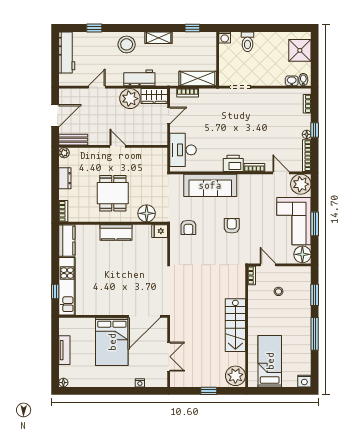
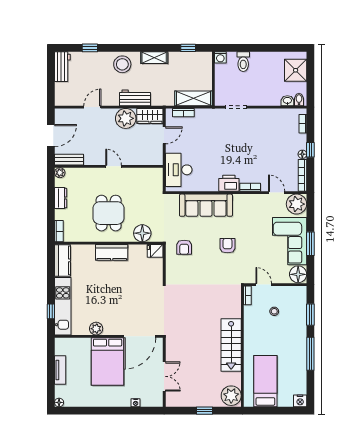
workbench: (67, 52) -> (62, 67), width x0.73
plant: (100, 309) -> (96, 329), added

